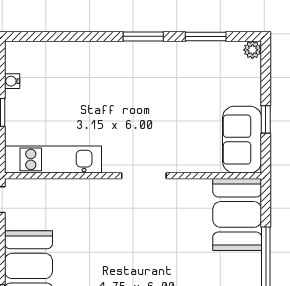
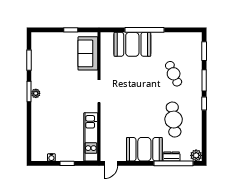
plant: (252, 50) -> (36, 93), moved
sofa: (242, 140) -> (88, 53), moved, turned 90
booth: (237, 214) -> (132, 44), moved

